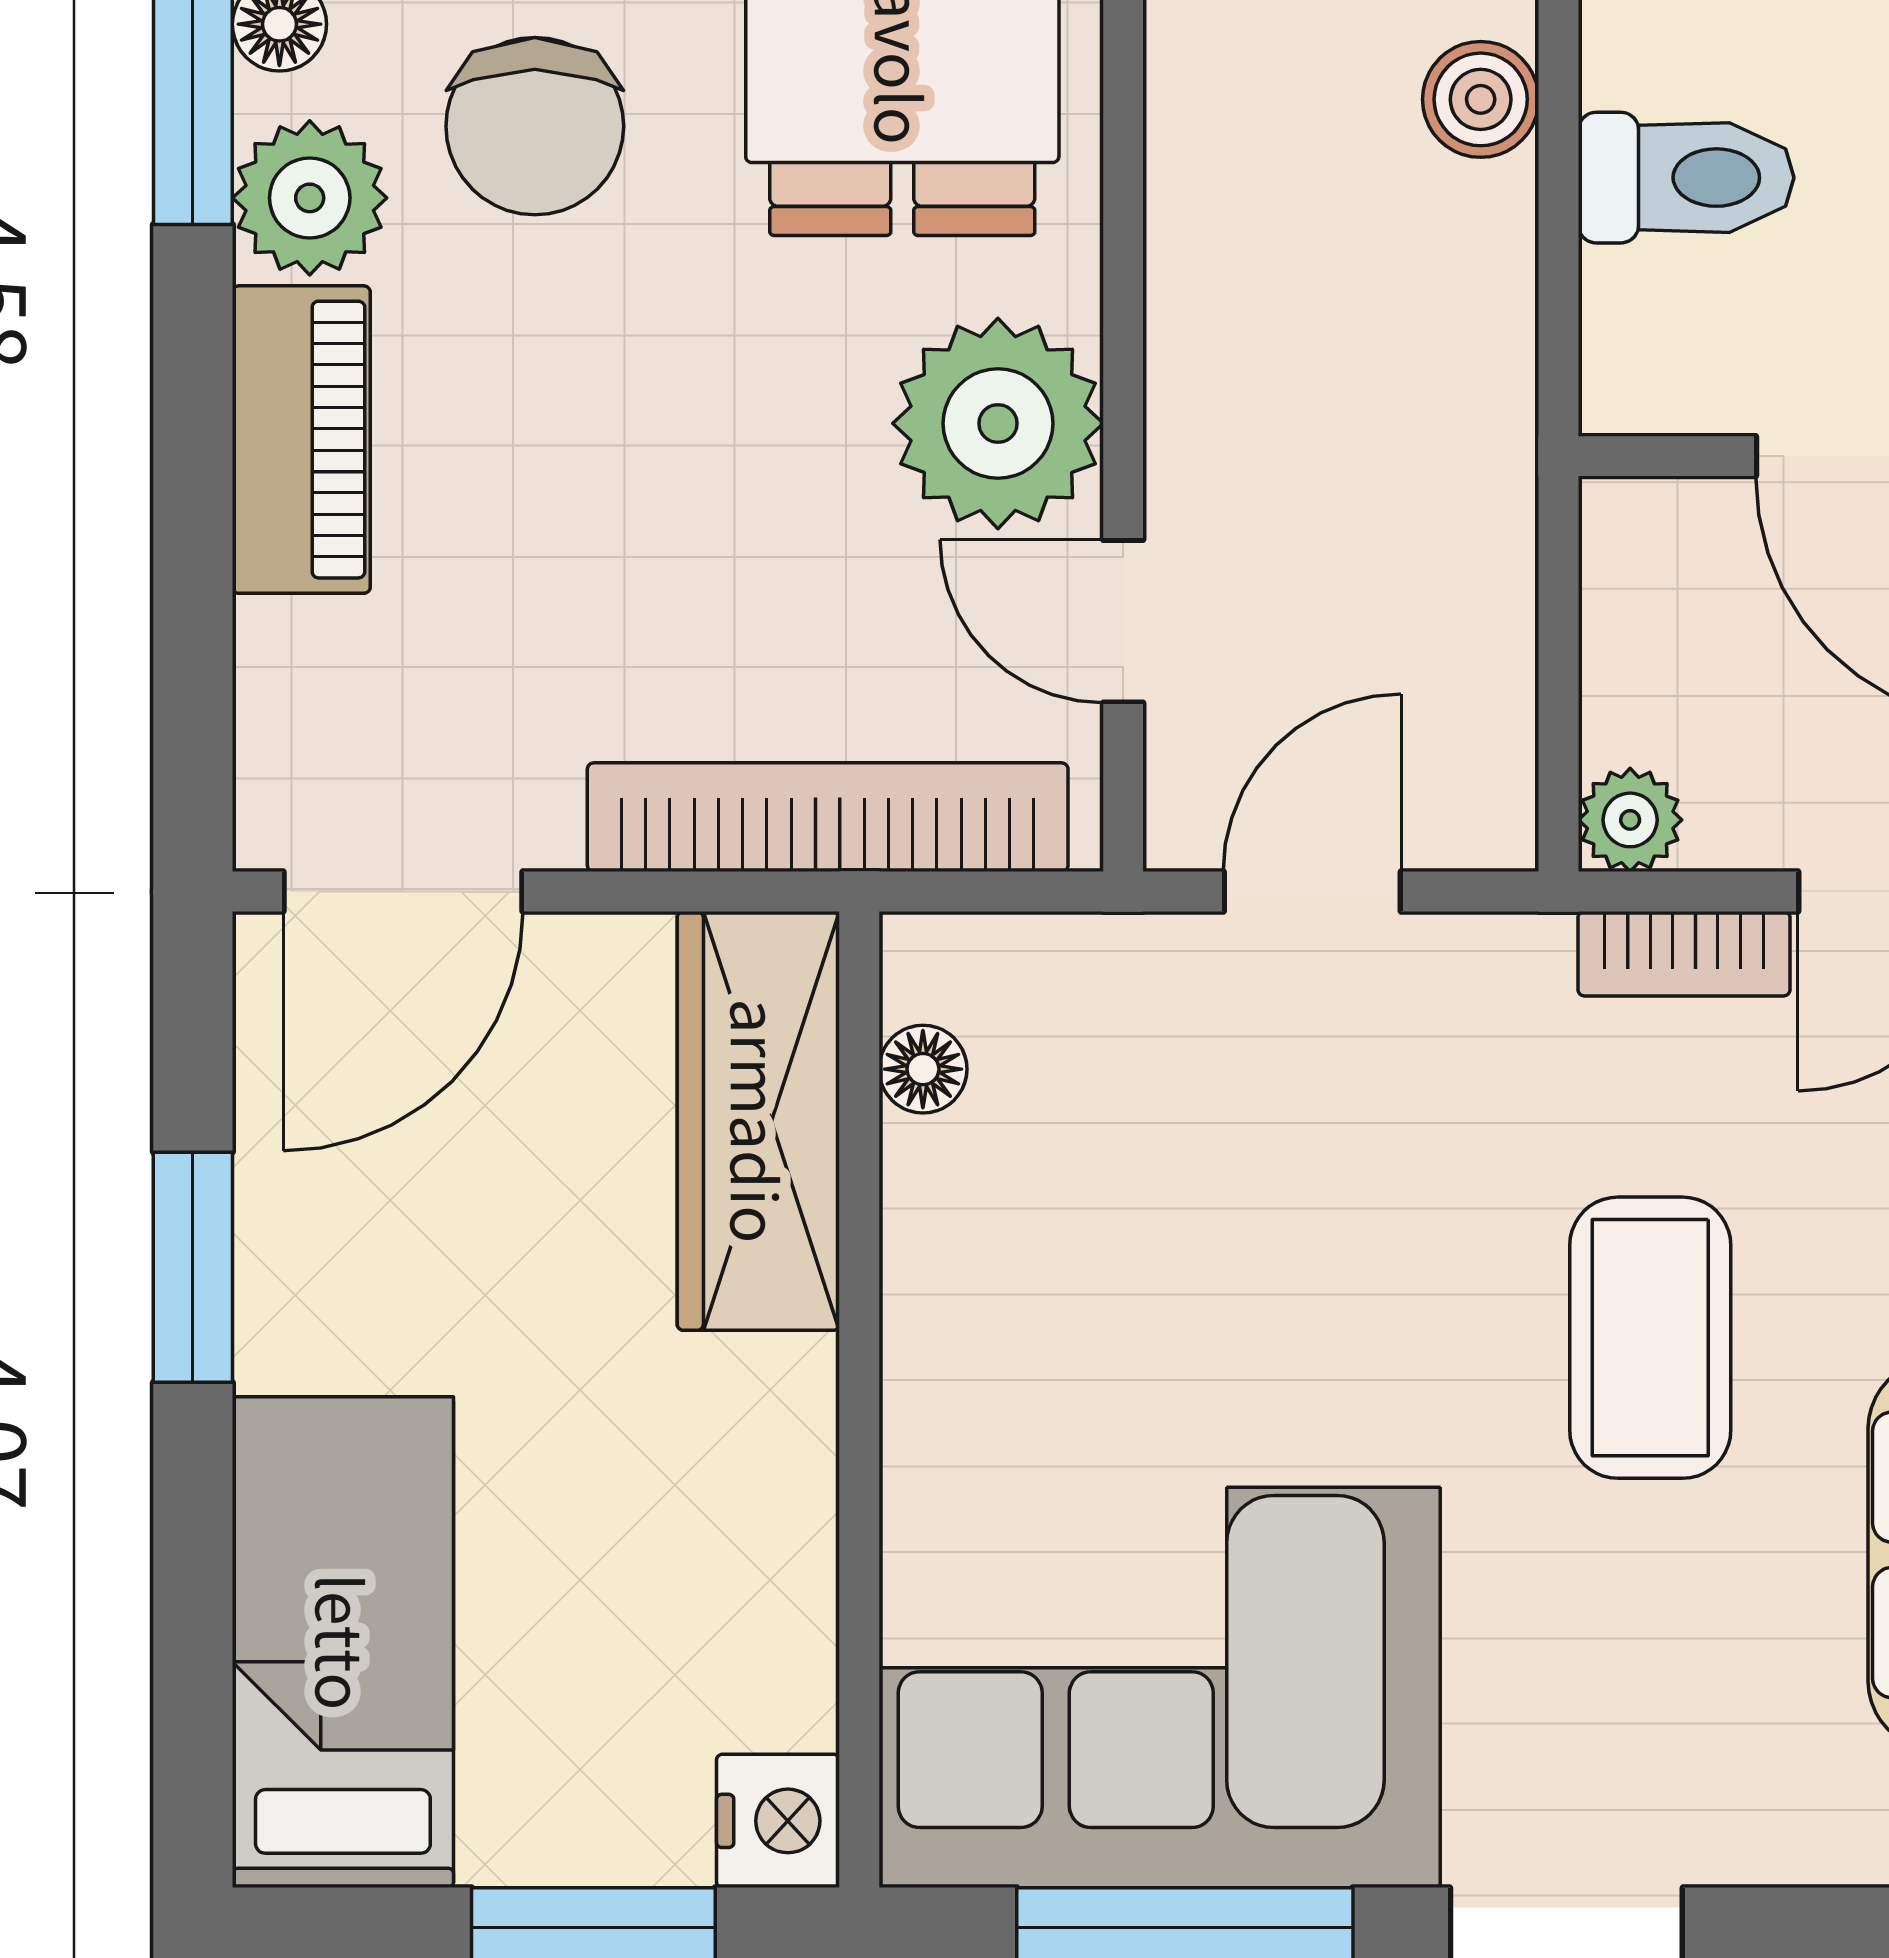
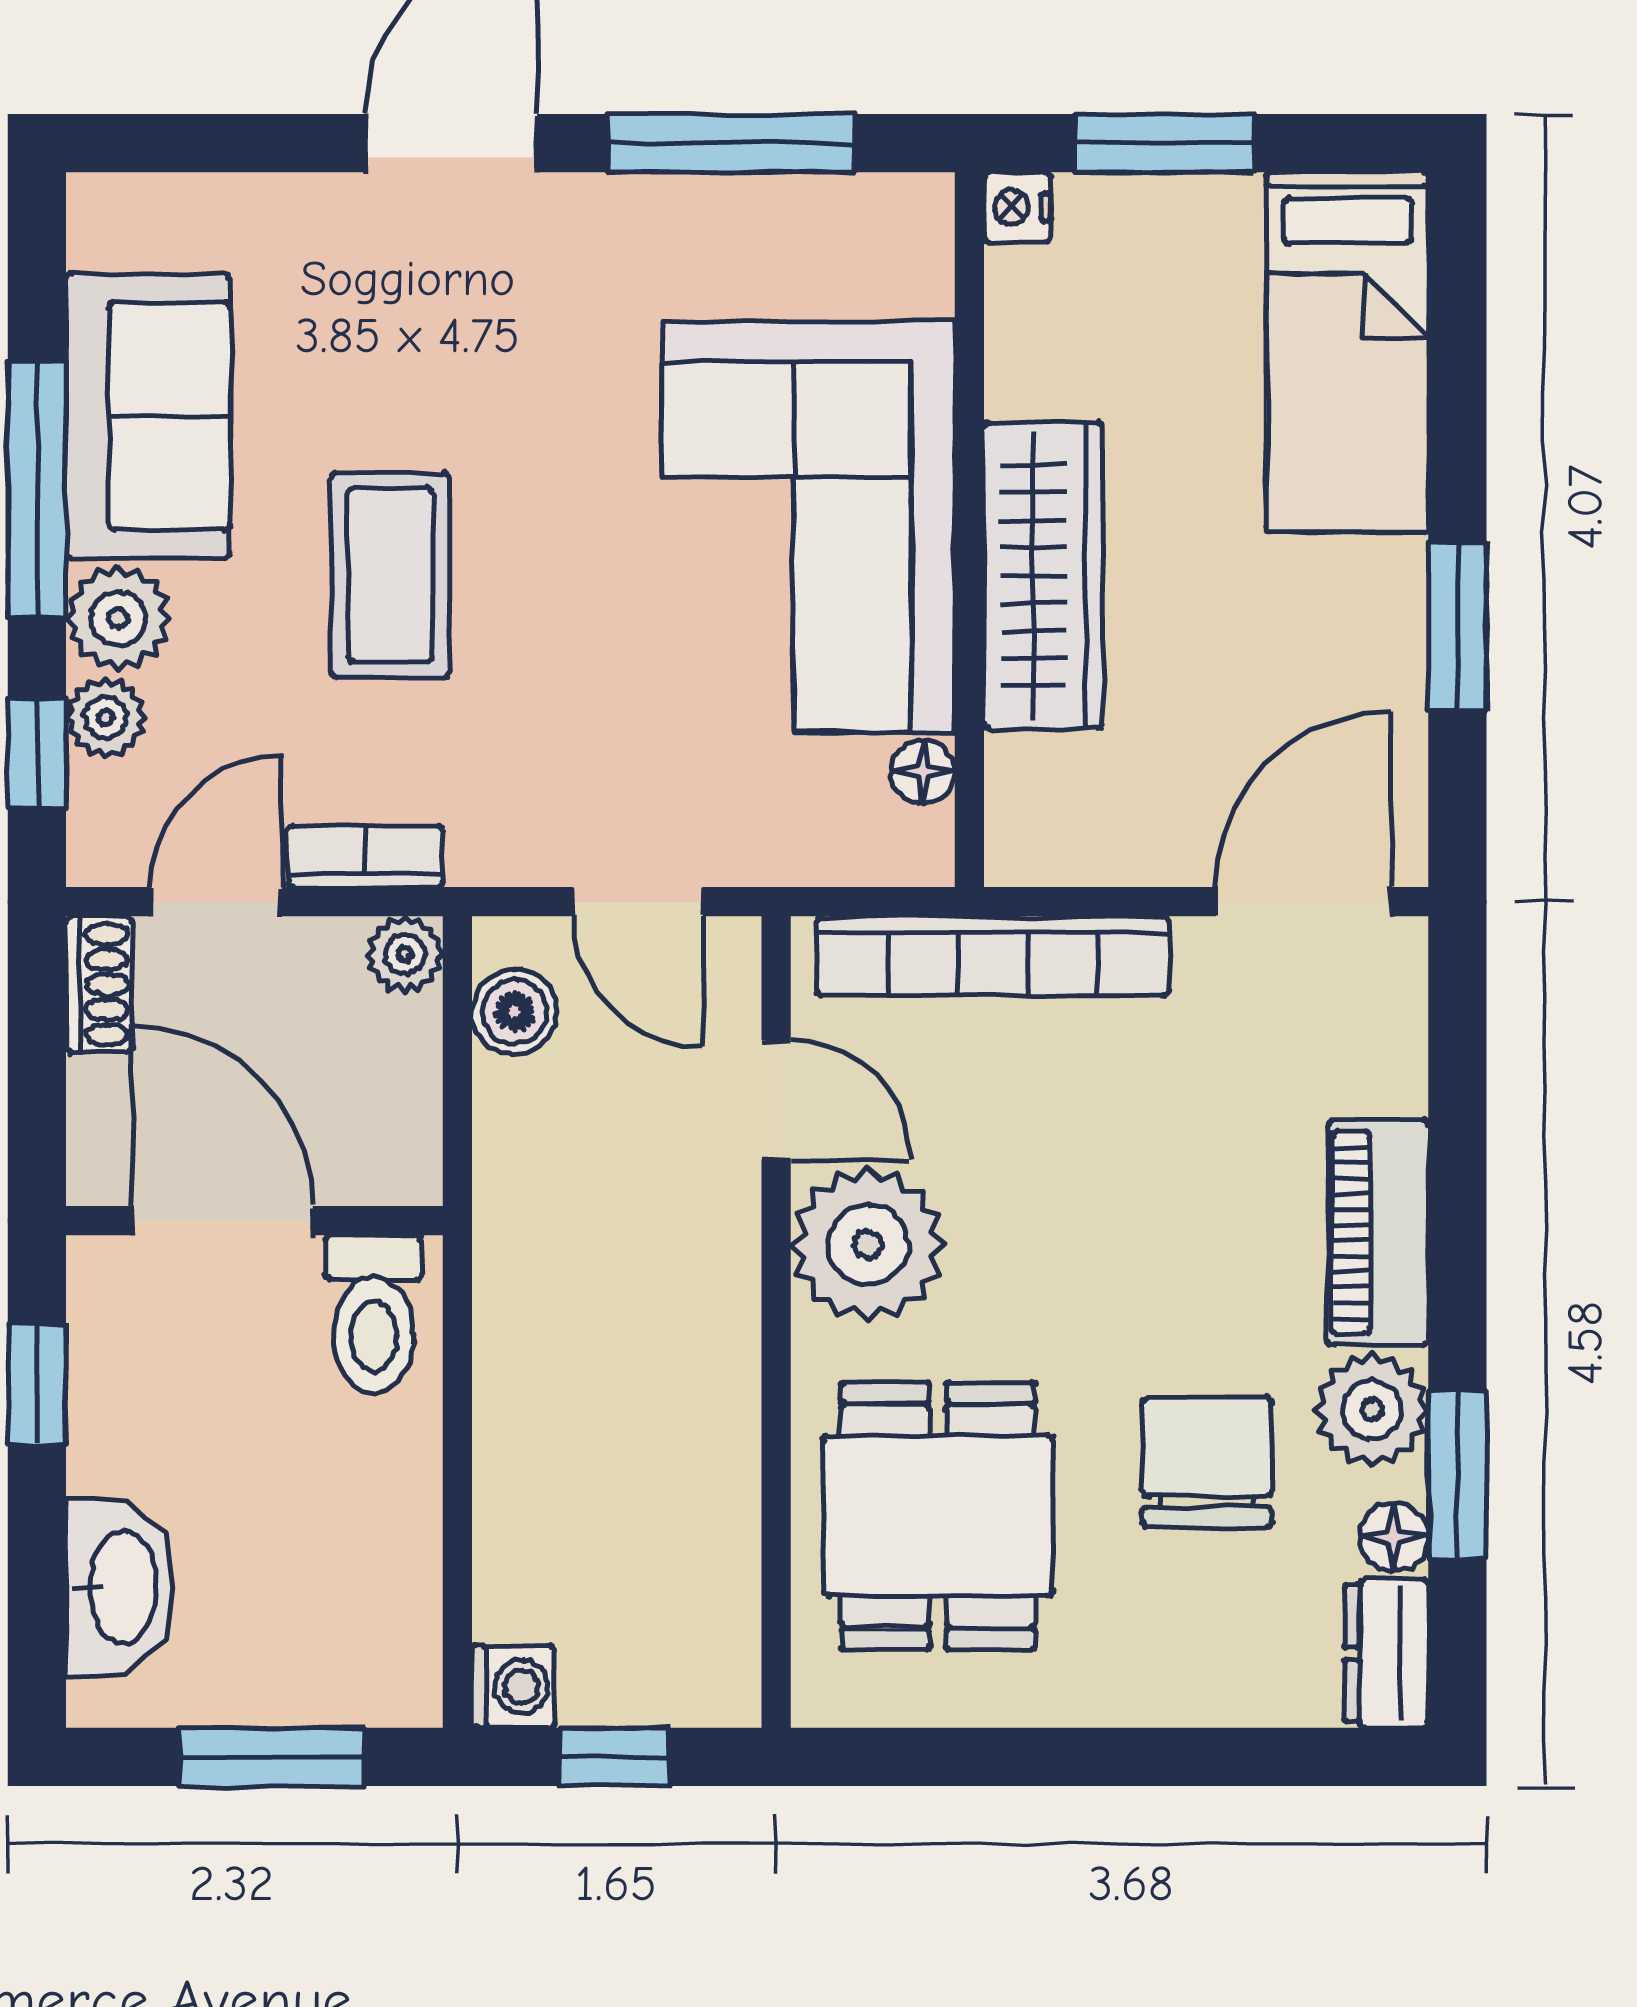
boiler: (1481, 99) -> (514, 1012), moved
toilet: (1686, 178) -> (374, 1314), moved, turned -90
door: (1312, 892) -> (638, 902), hinge flipped
wardrobe: (758, 1121) -> (1043, 575), moved
corner sofa: (1160, 1688) -> (808, 526), moved, turned 90
nightstand: (778, 1821) -> (1017, 207), width x0.72, depth x0.74

